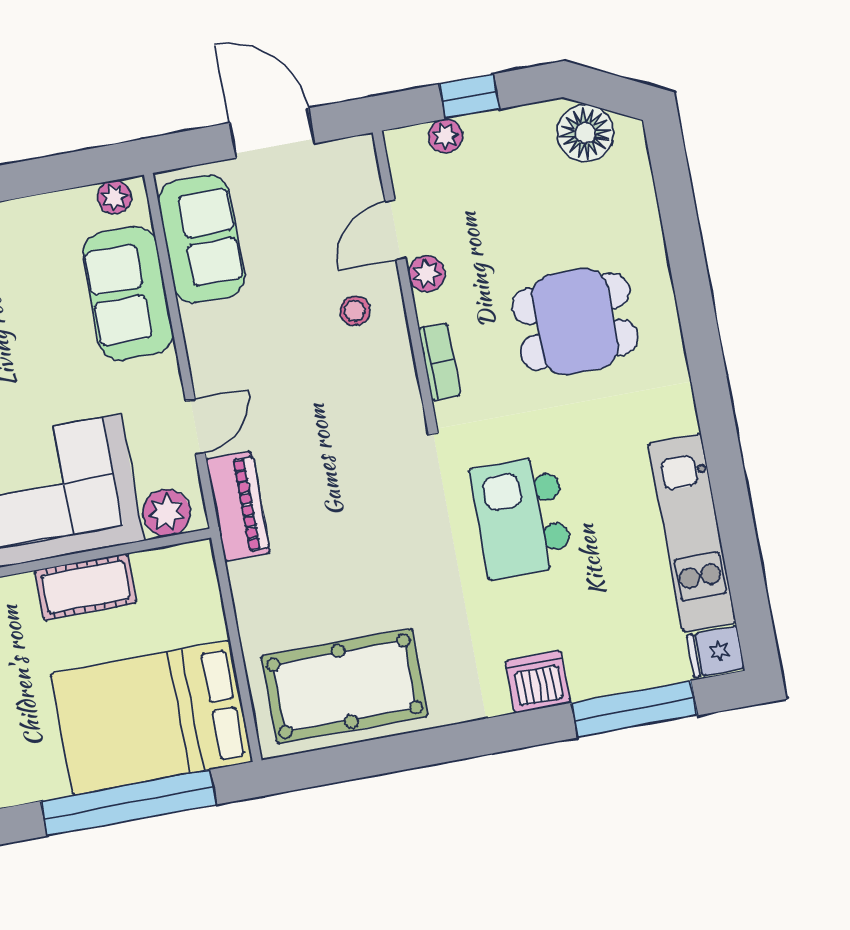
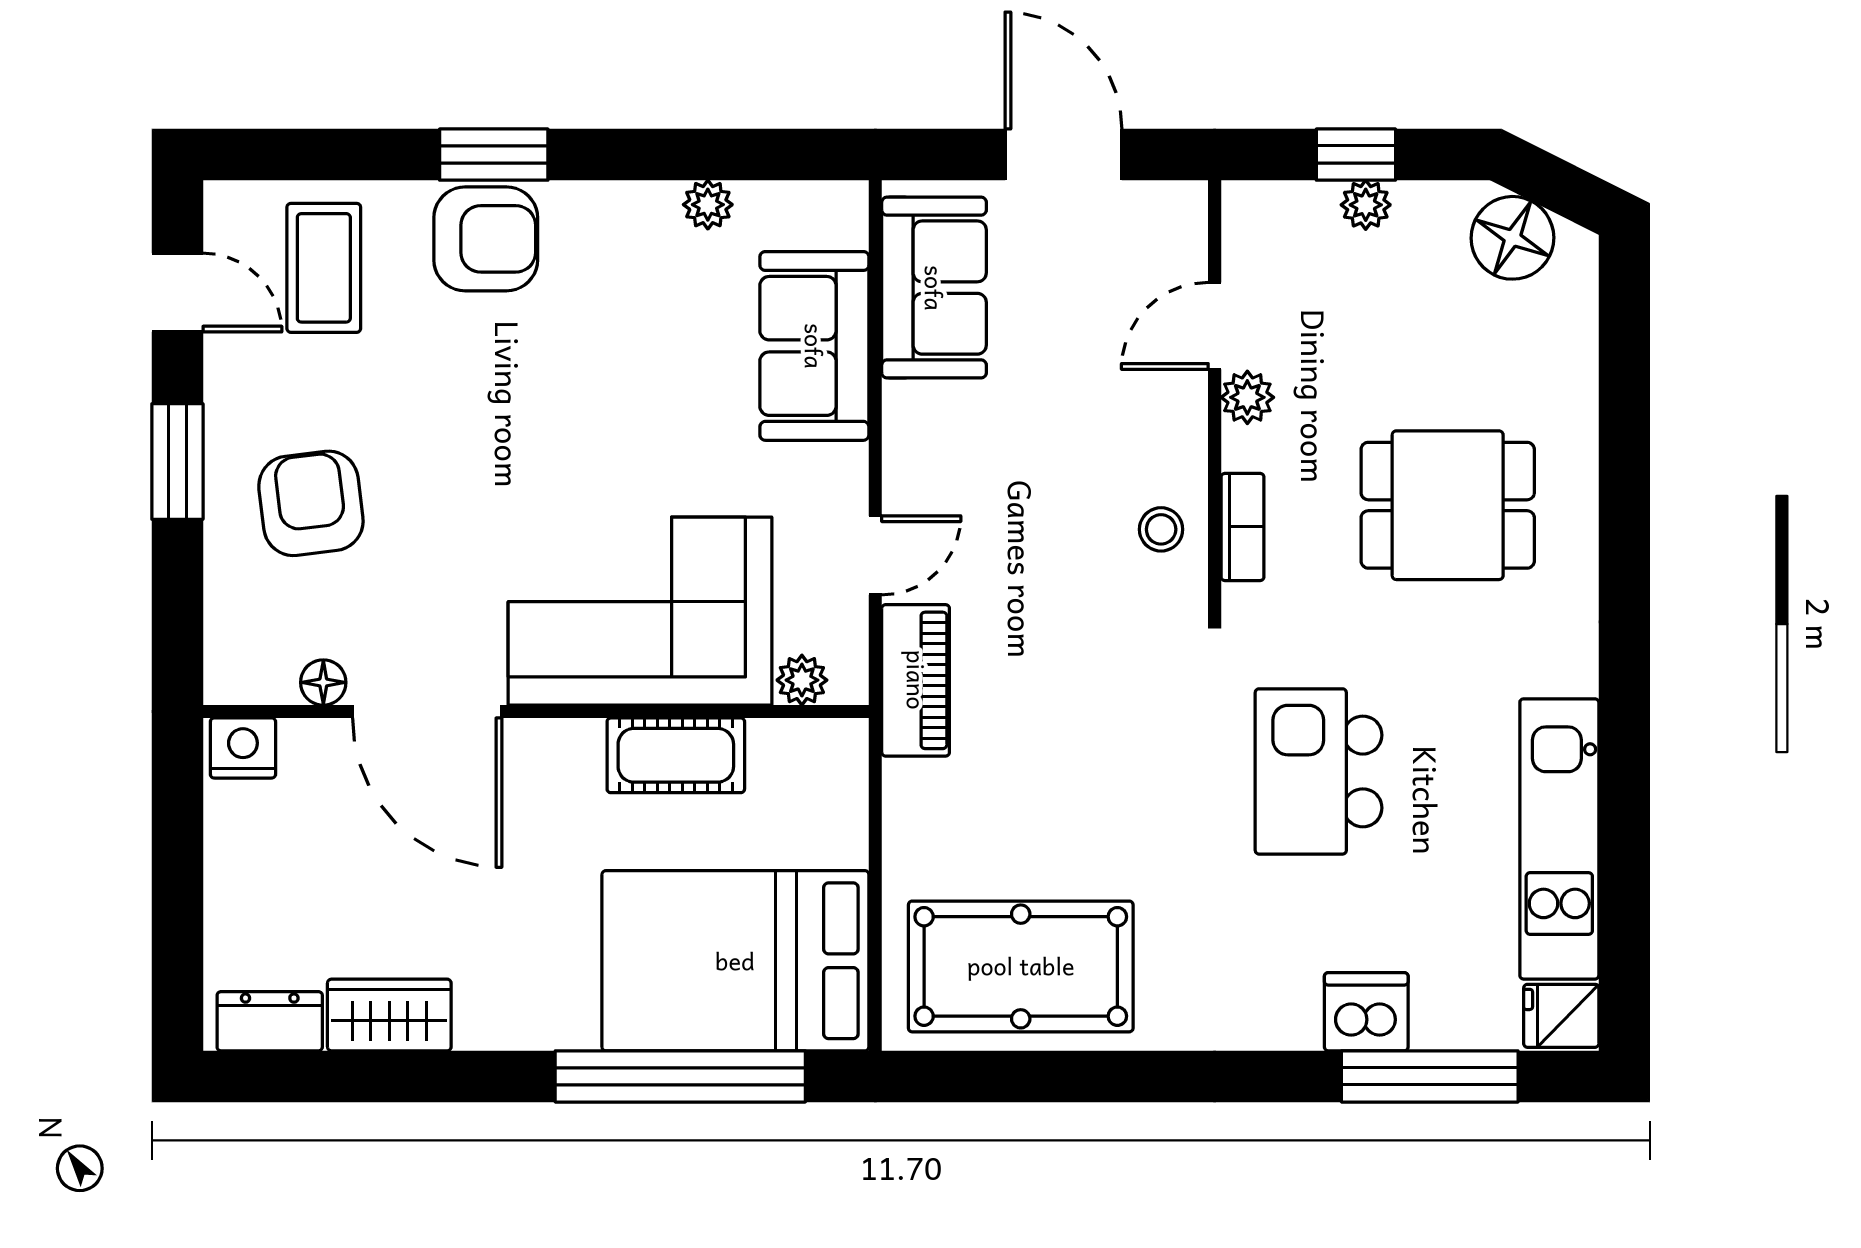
plant: (445, 136) -> (1366, 205), moved
plant: (114, 197) -> (708, 205), moved
stool: (355, 311) -> (1161, 529), moved
plant: (166, 513) -> (802, 680), width x0.73, depth x0.73
dishwasher: (538, 682) -> (1366, 1012), moved

